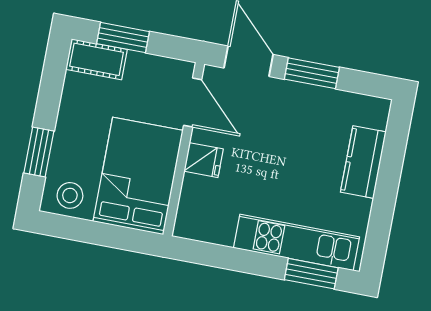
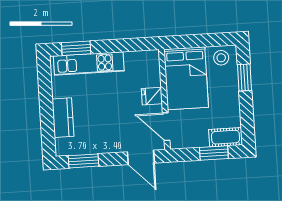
window: (312, 73) -> (83, 161), moved

